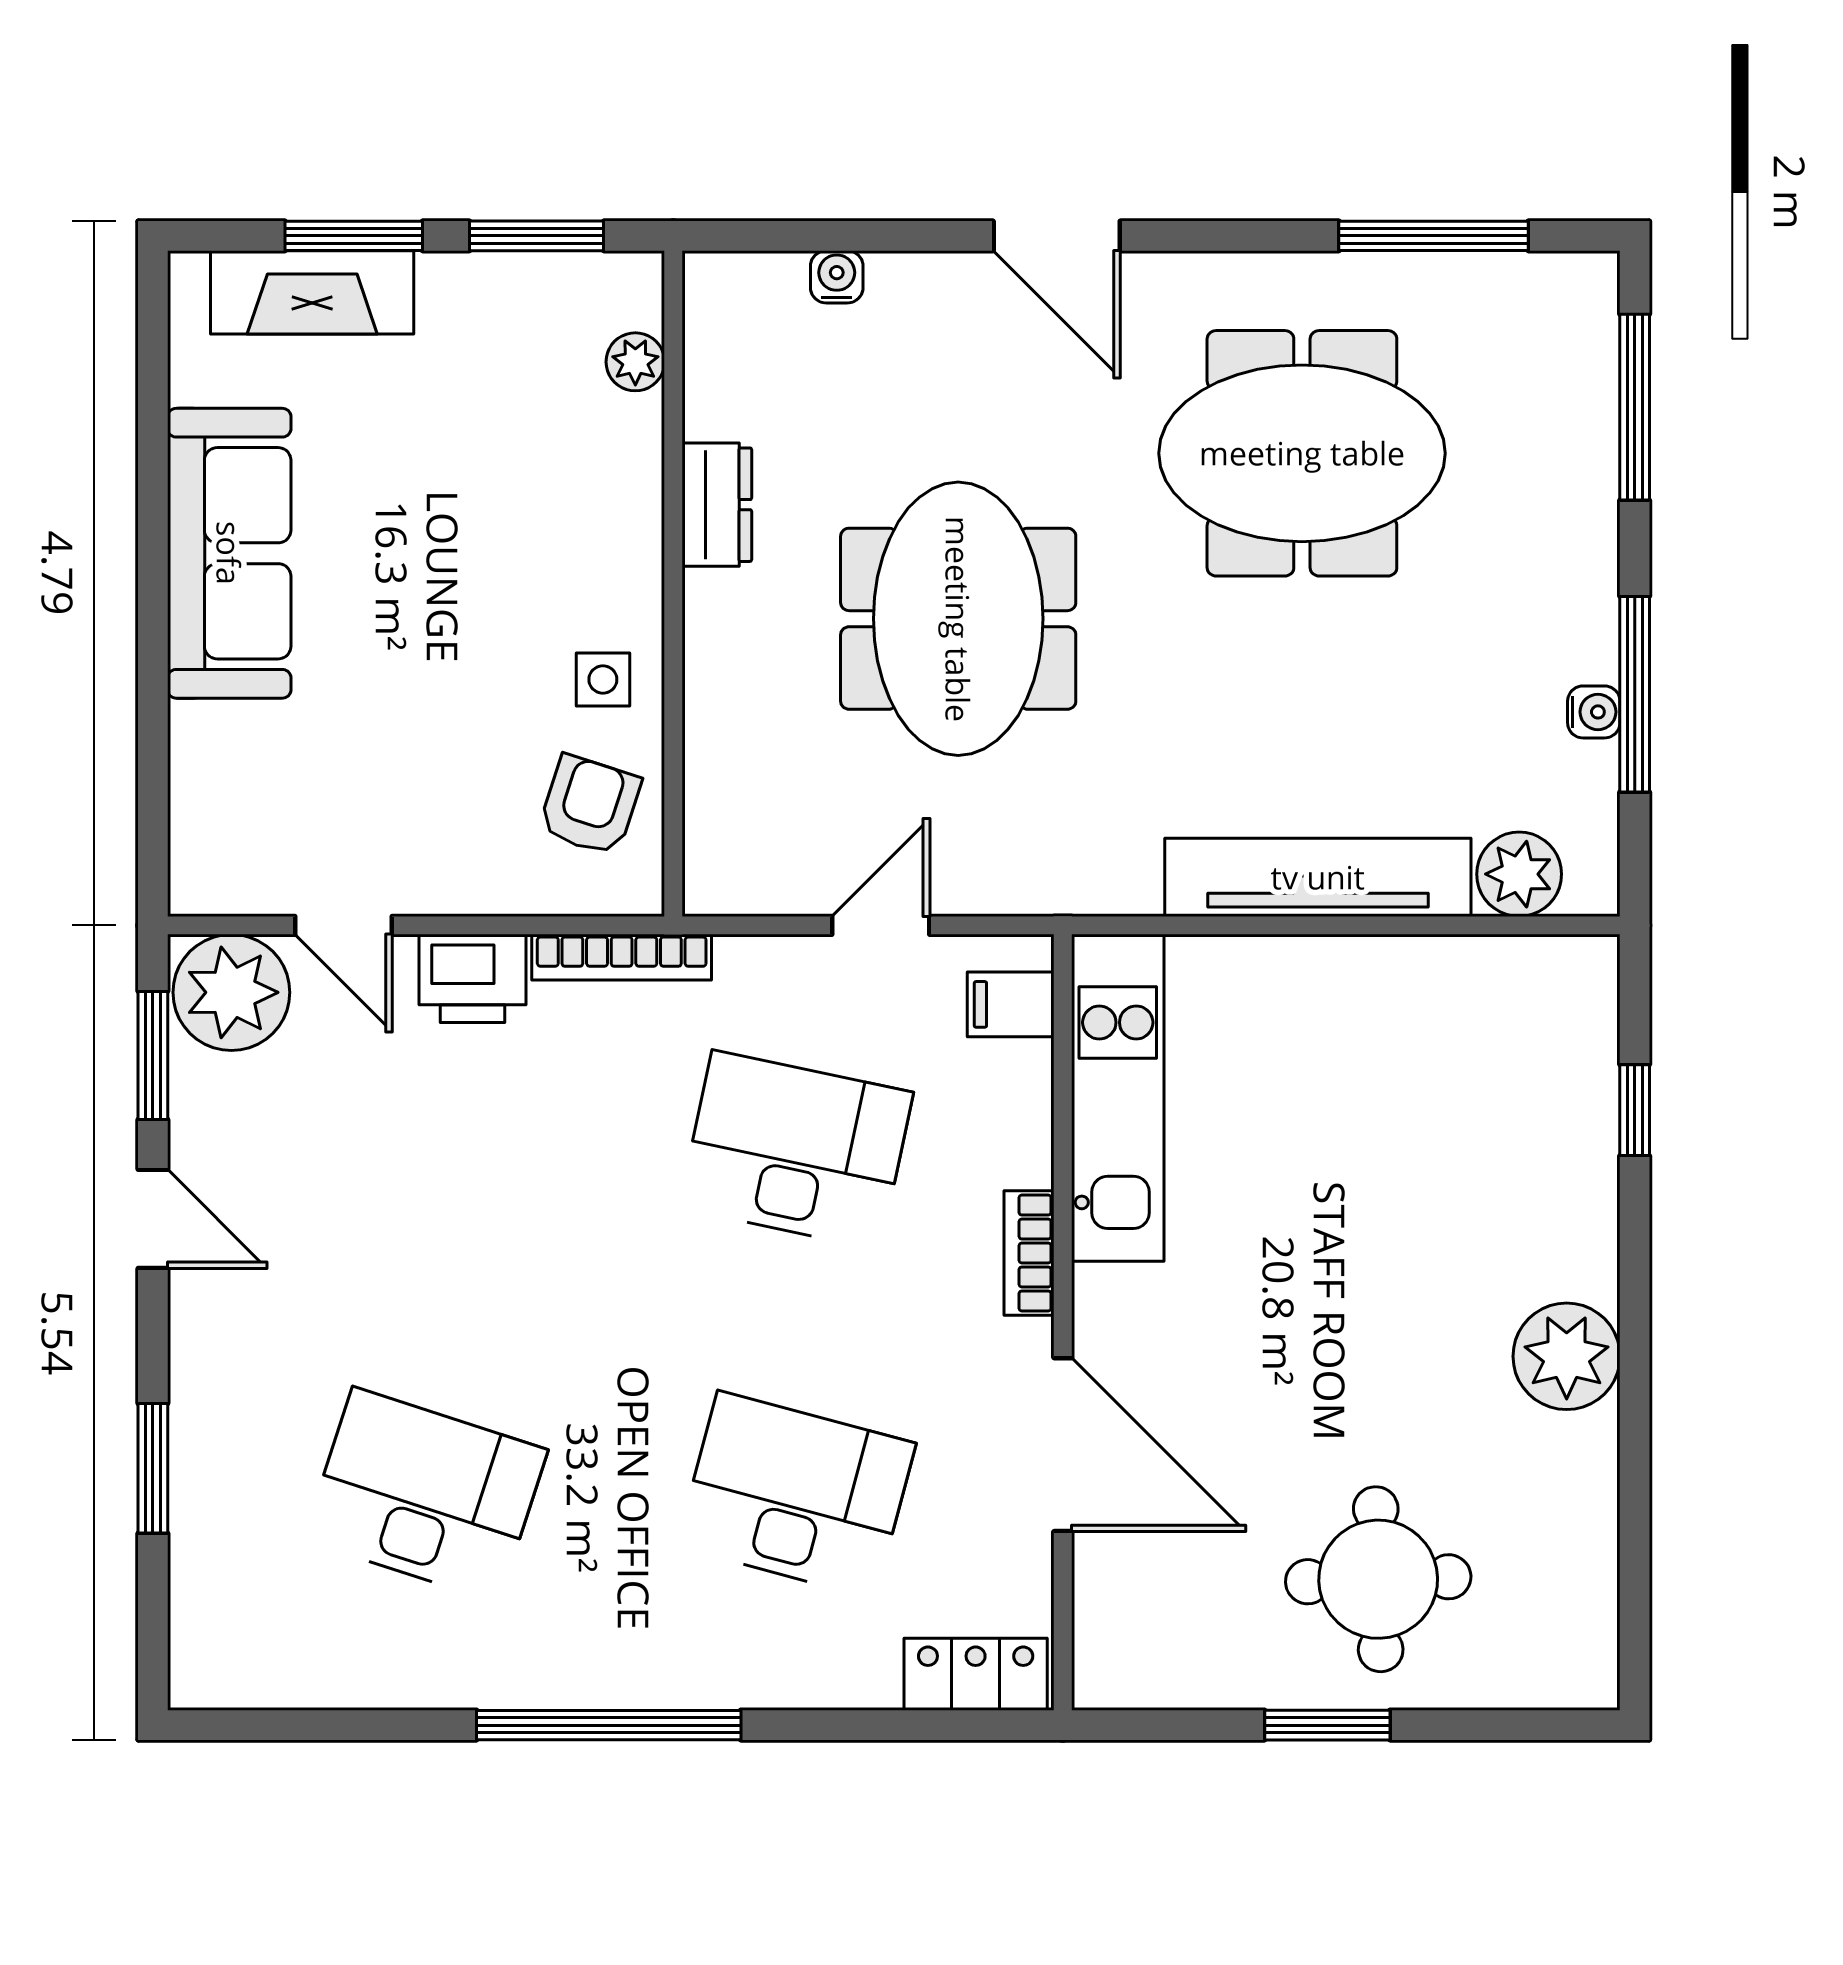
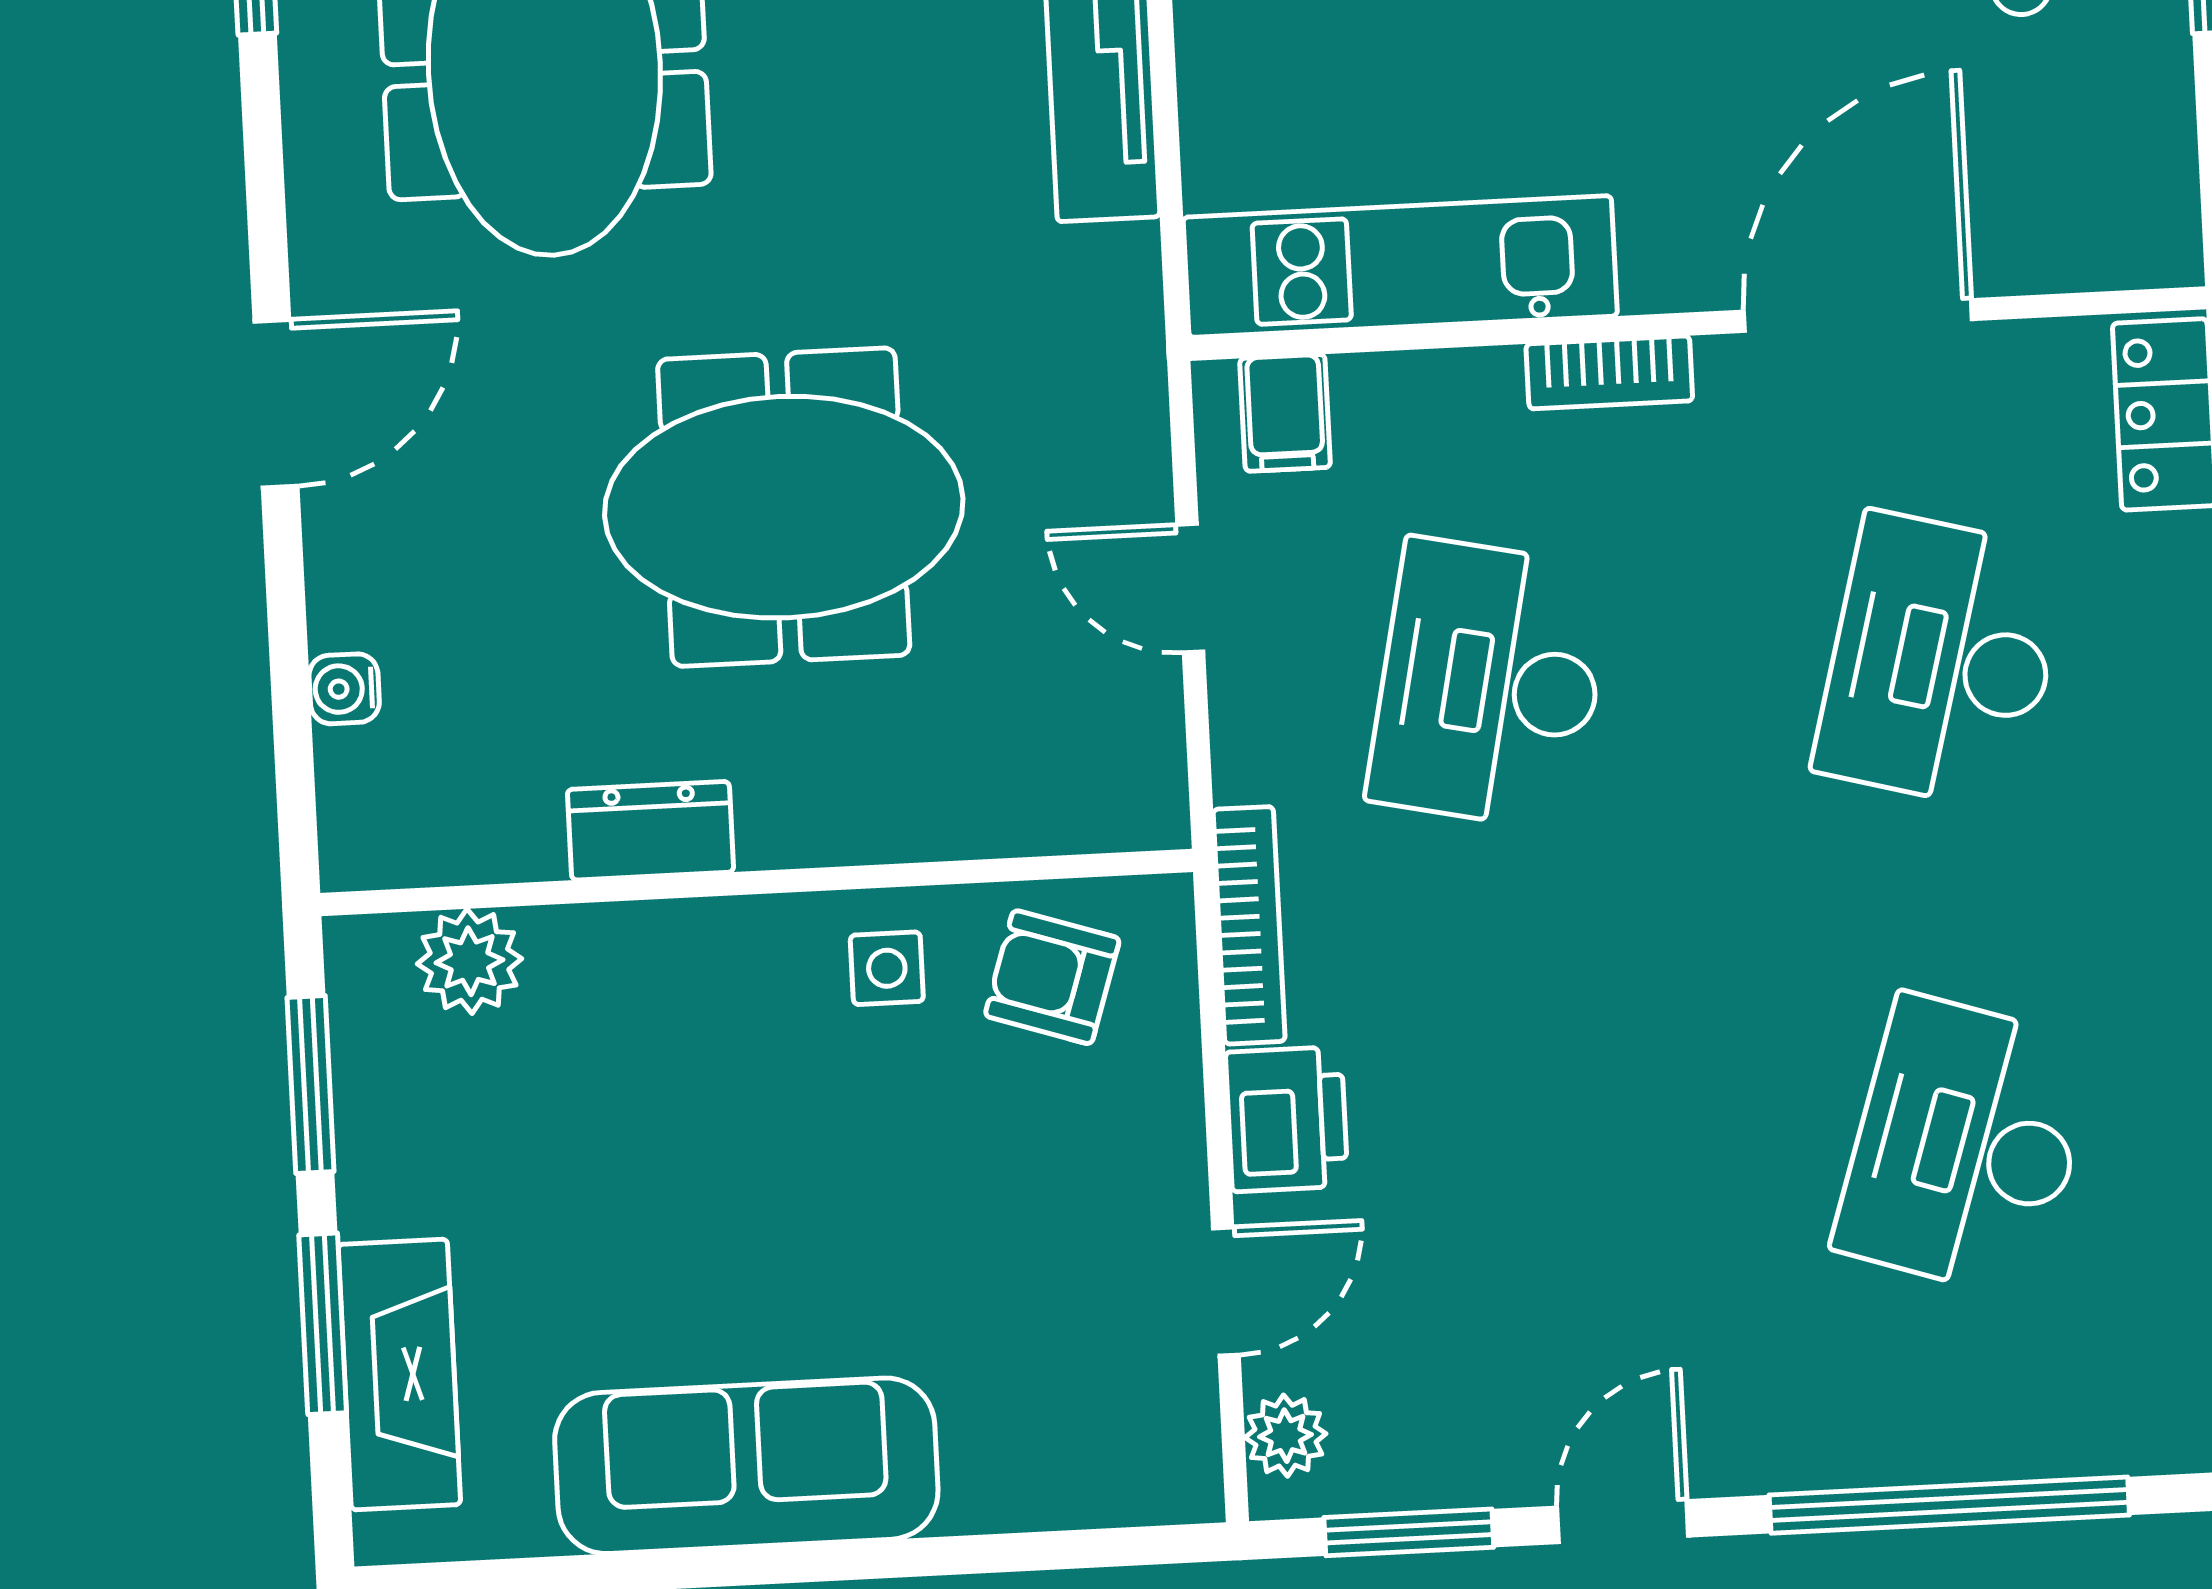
plant: (635, 362) -> (469, 961), width x1.38, depth x1.38
plant: (231, 992) -> (1286, 1436), width x0.53, depth x0.53
window: (153, 1468) -> (1949, 1505), width x2.11

